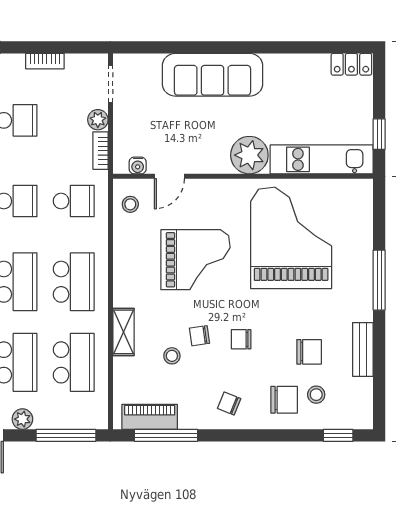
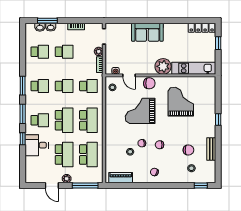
locker: (351, 64) -> (202, 28), width x1.53
sofa: (212, 75) -> (147, 32), width x0.73
window: (379, 134) -> (218, 43), moved
door: (169, 176) -> (129, 75), hinge flipped
grand piano: (291, 238) -> (181, 102), width x0.73, depth x0.68
grand piano: (195, 260) -> (140, 111), turned 180
window: (379, 280) -> (218, 120), width x0.46
shelving: (123, 332) -> (110, 142), removed
chair: (284, 400) -> (149, 83), moved
window: (166, 435) -> (128, 186), removed

